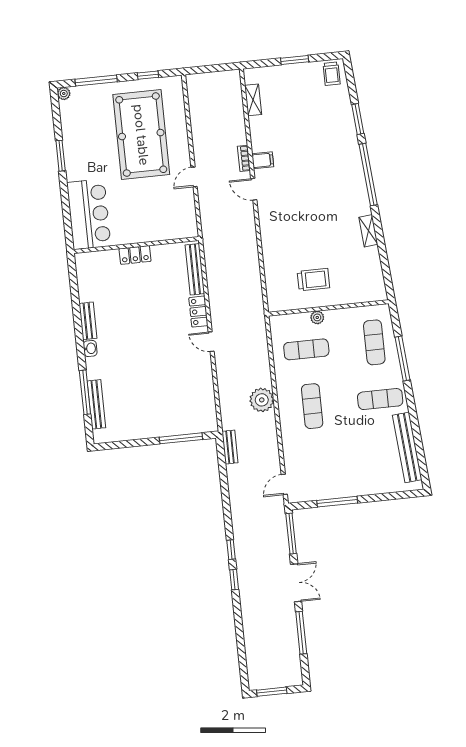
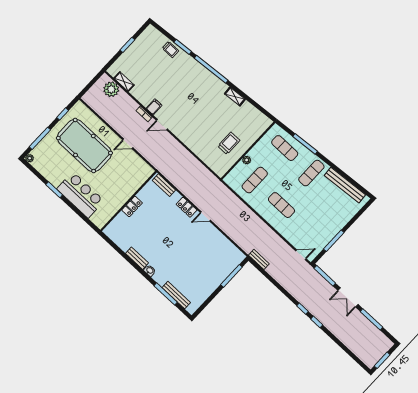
trolley: (332, 74) -> (170, 49), moved
door: (194, 177) -> (128, 144), hinge flipped
bar counter: (89, 214) -> (80, 195), moved
bench: (195, 269) -> (164, 185), width x0.73
plant: (262, 400) -> (111, 89), moved
door: (284, 484) -> (301, 255), swing flipped
double door: (296, 583) -> (348, 297), swing flipped

